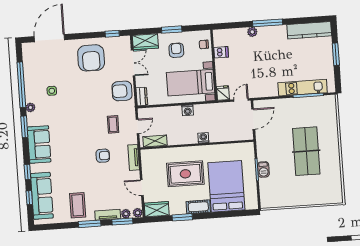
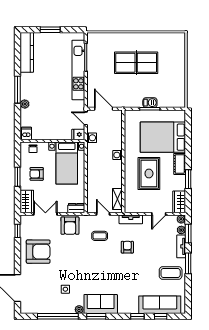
dishwasher: (221, 52) -> (26, 133), moved
kitchen unit: (303, 88) -> (78, 70), width x1.36
washing machine: (188, 110) -> (92, 138), moved
sofa: (39, 144) -> (101, 304), moved

